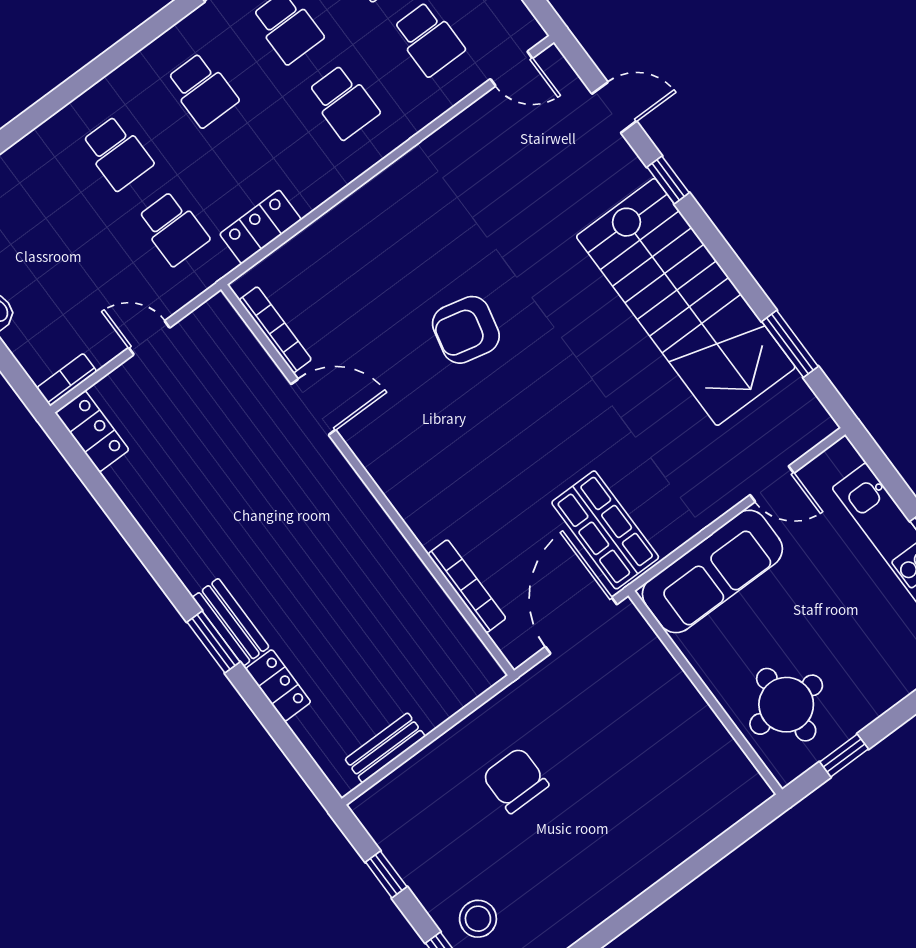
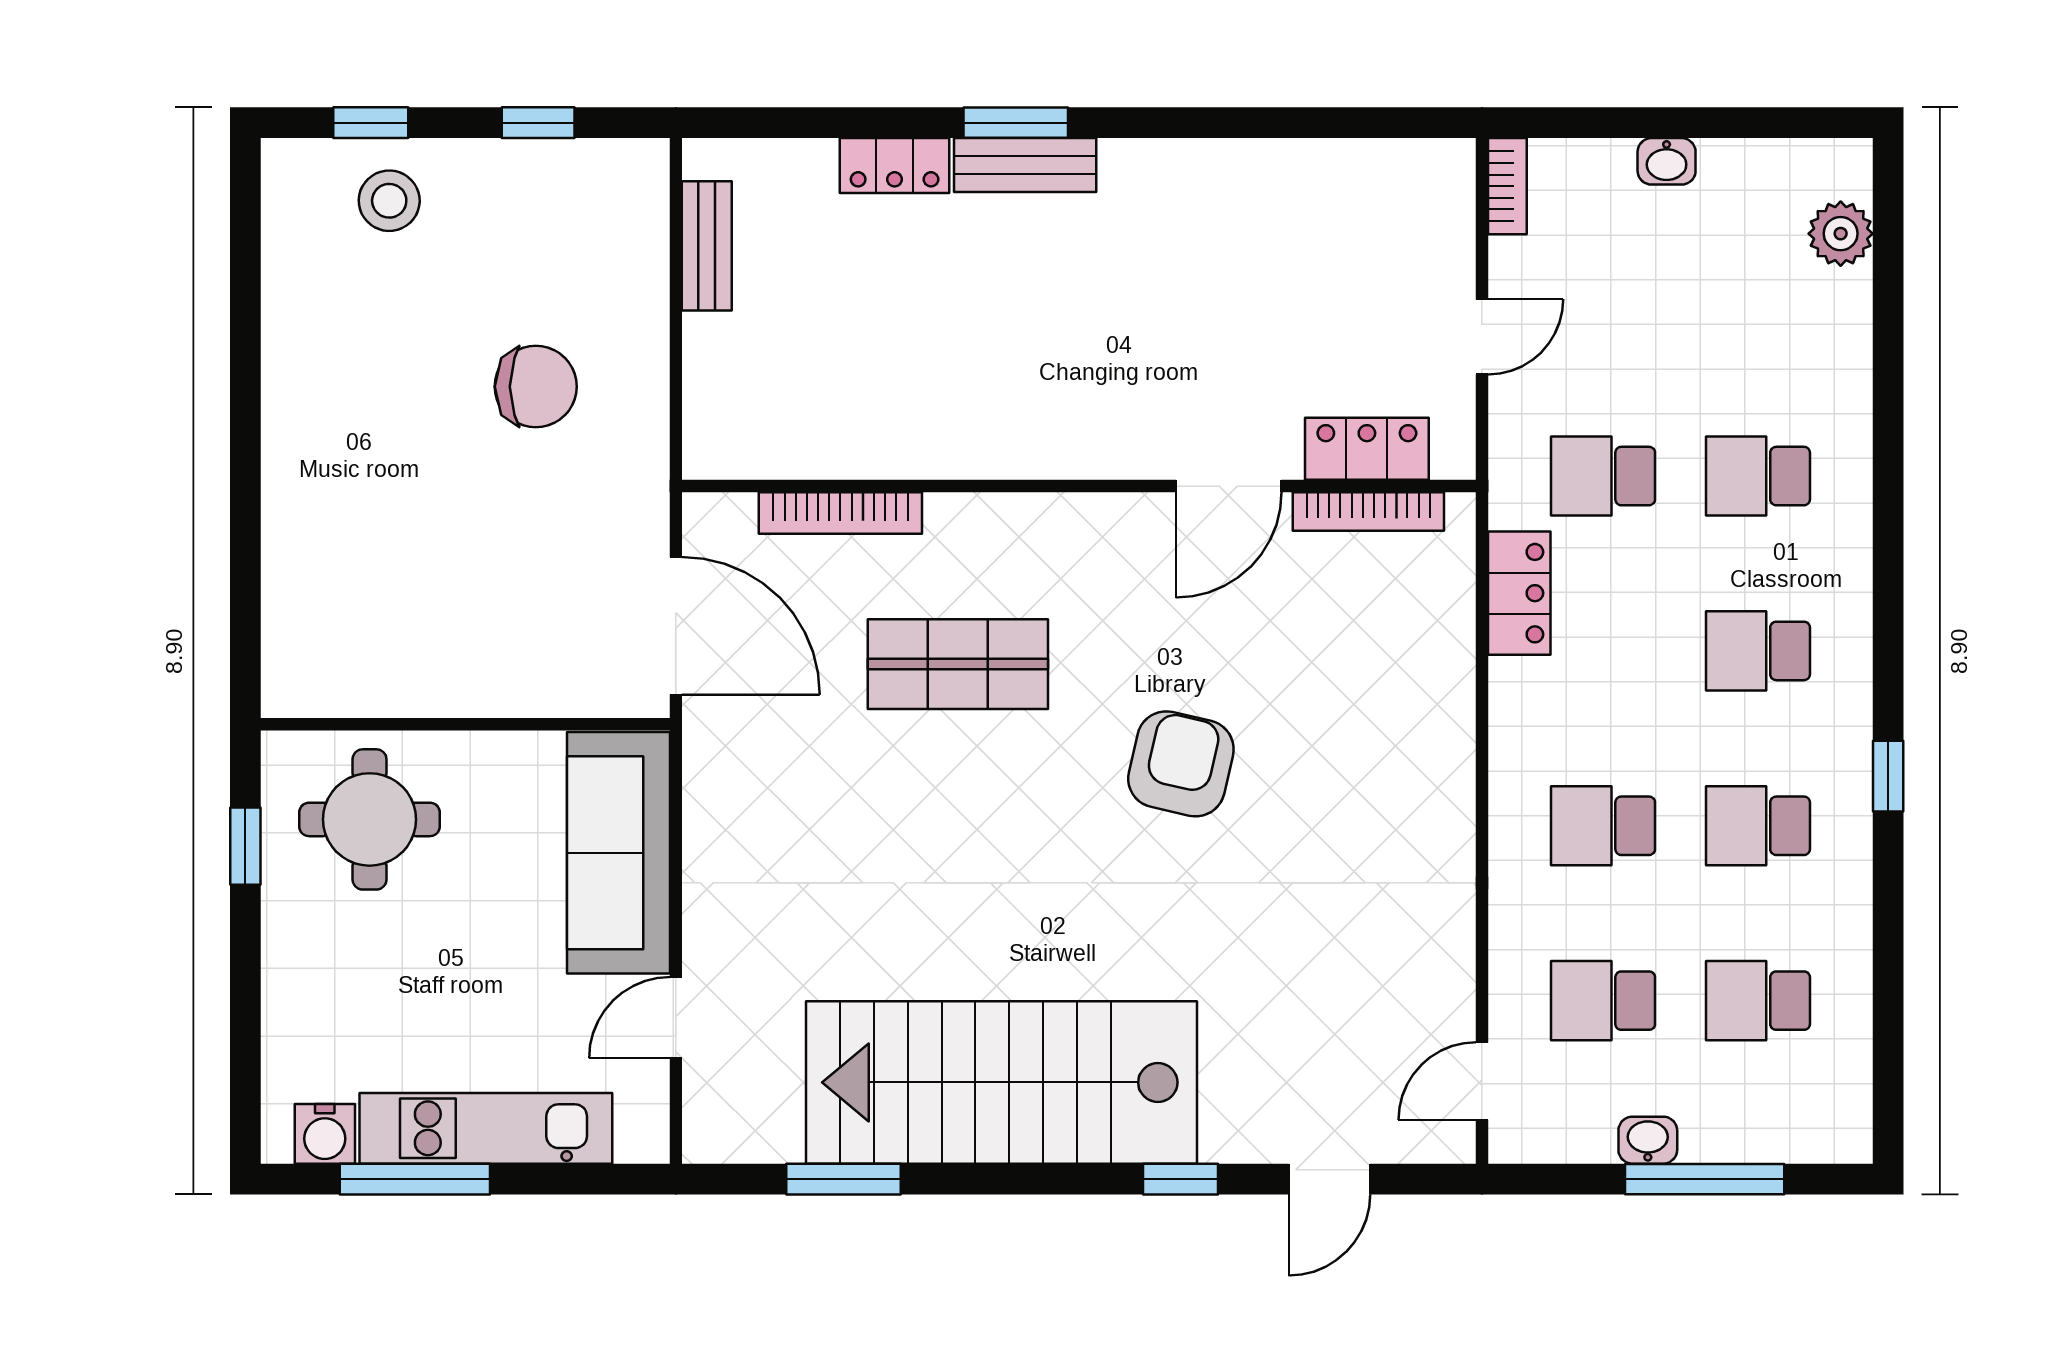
locker: (92, 431) -> (1367, 449), moved, turned 180
shop shelf: (605, 530) -> (958, 664), moved

